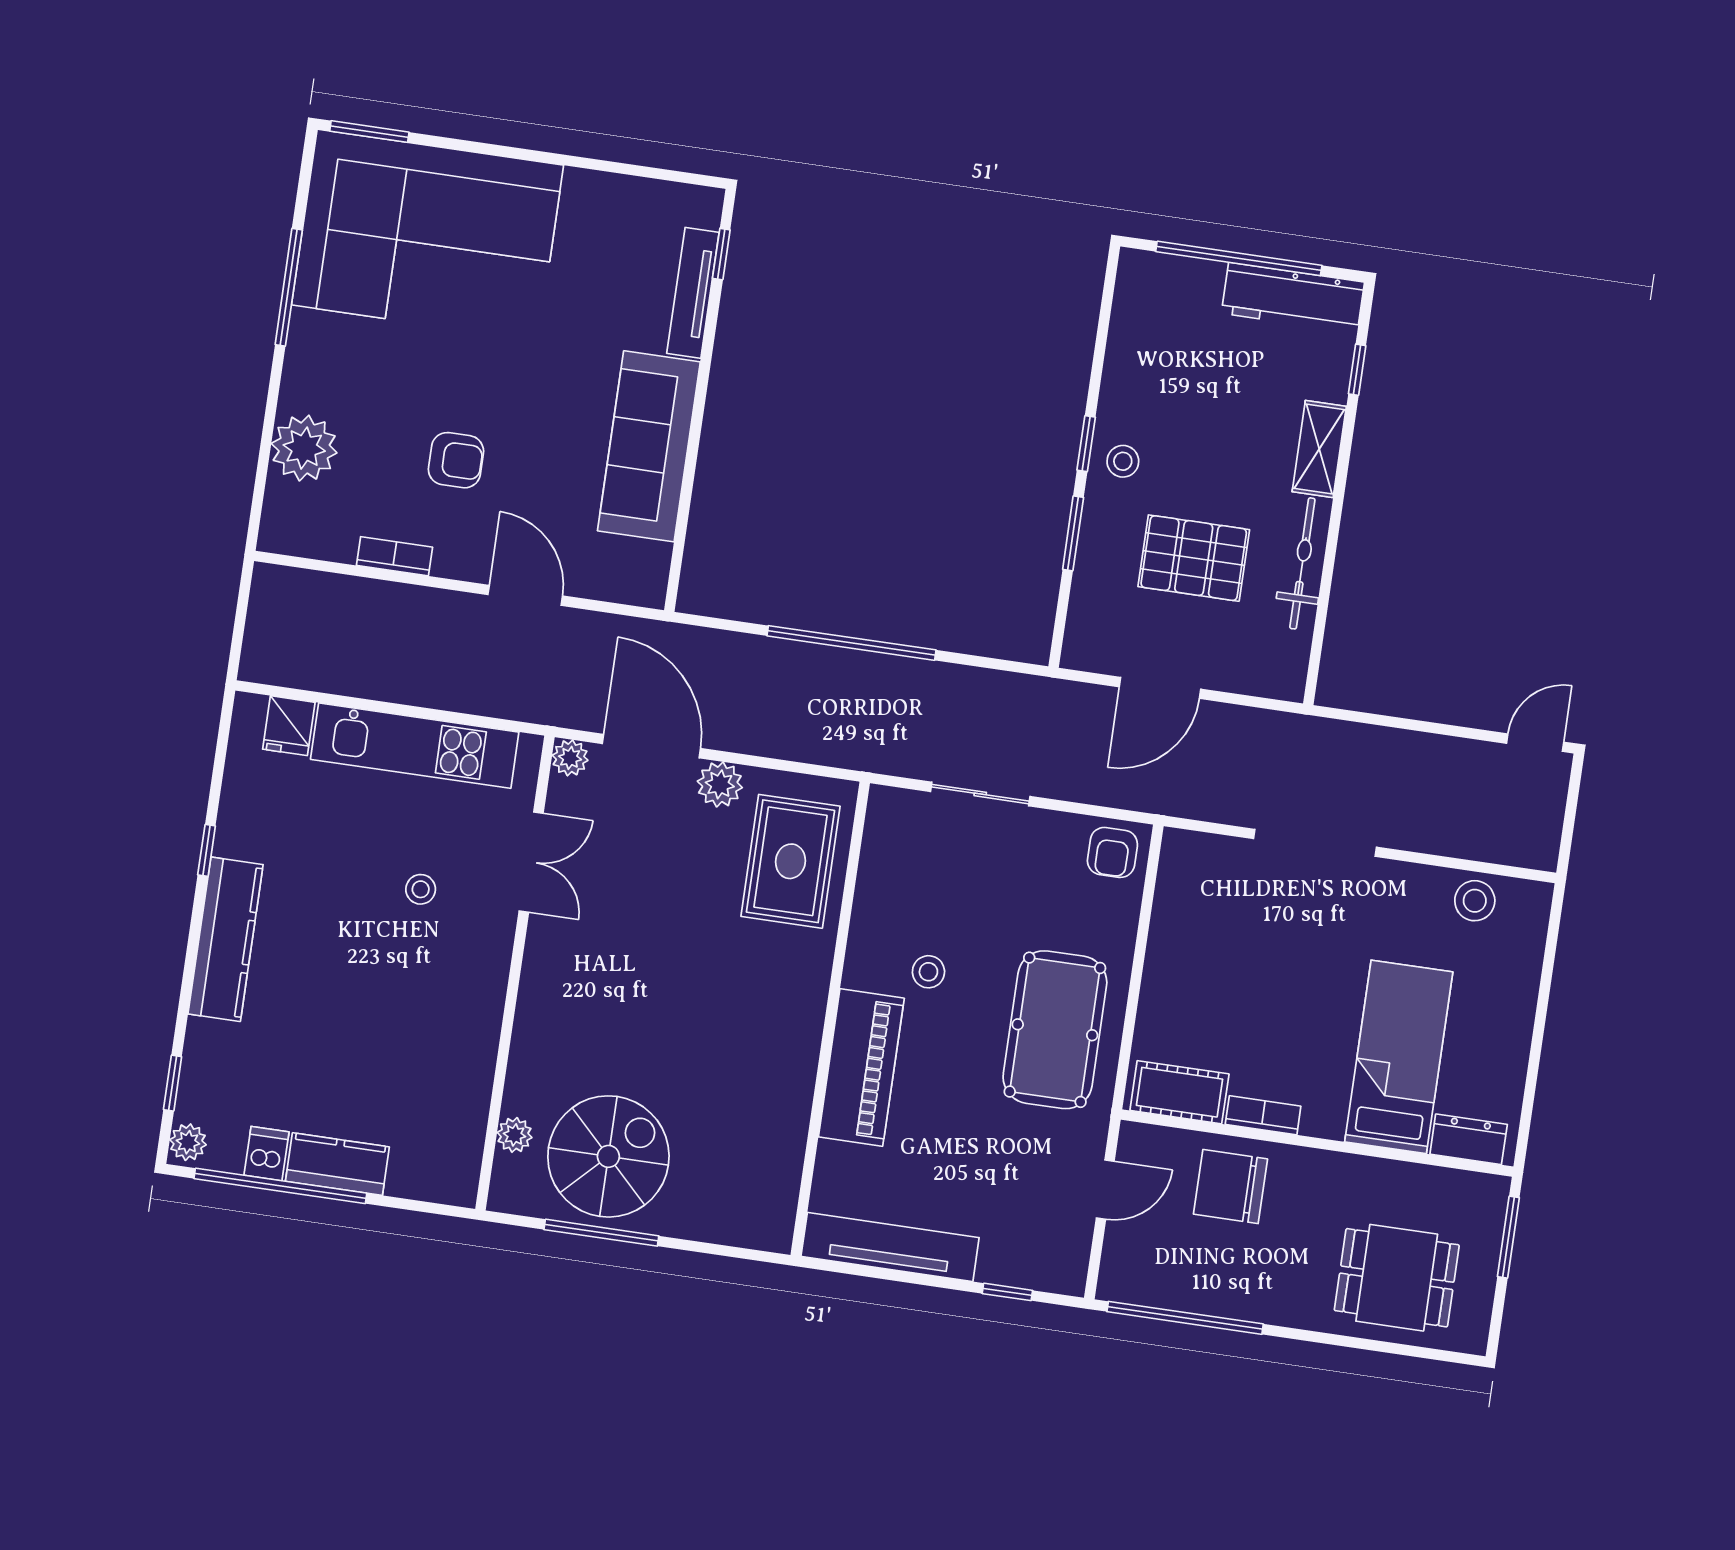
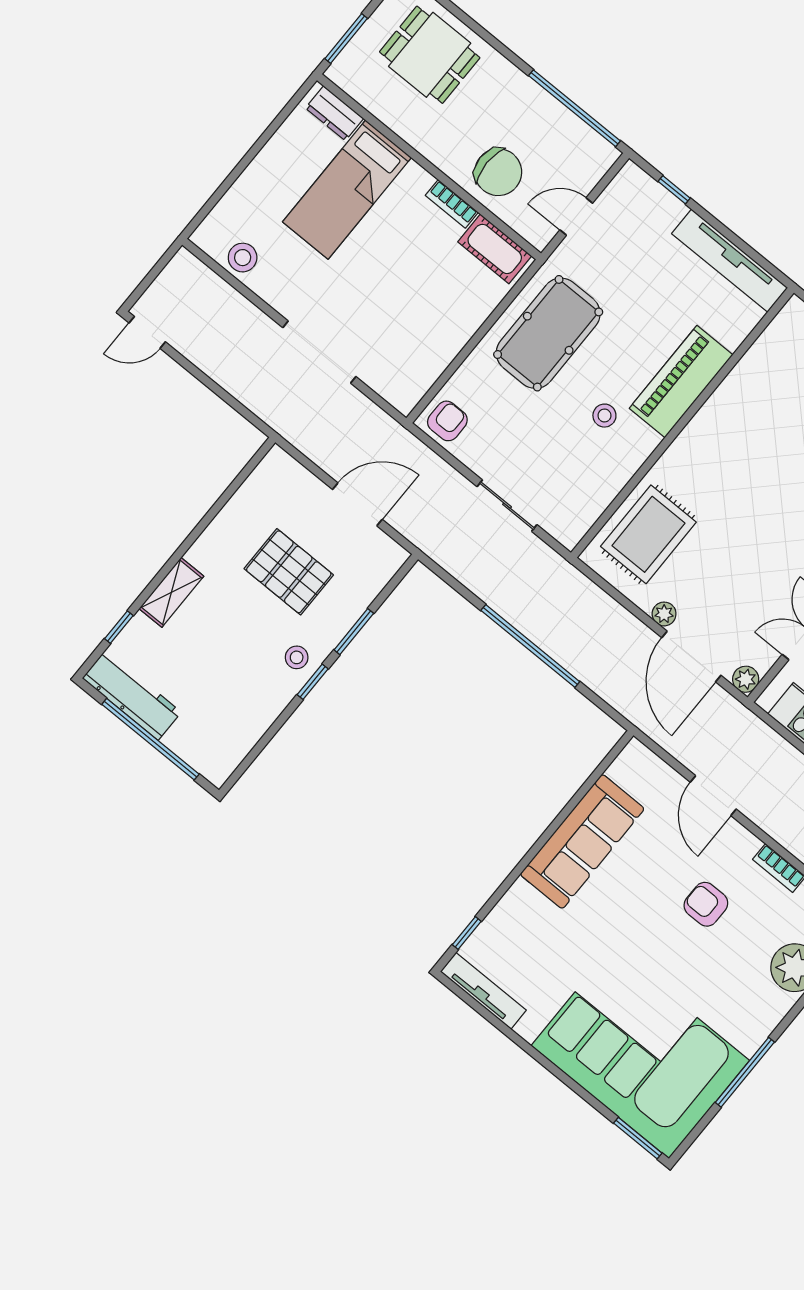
tv unit: (693, 293) -> (483, 991), moved, turned -90
bicycle: (1302, 563) -> (224, 528), removed
plant: (720, 784) -> (664, 614), width x0.73, depth x0.73

